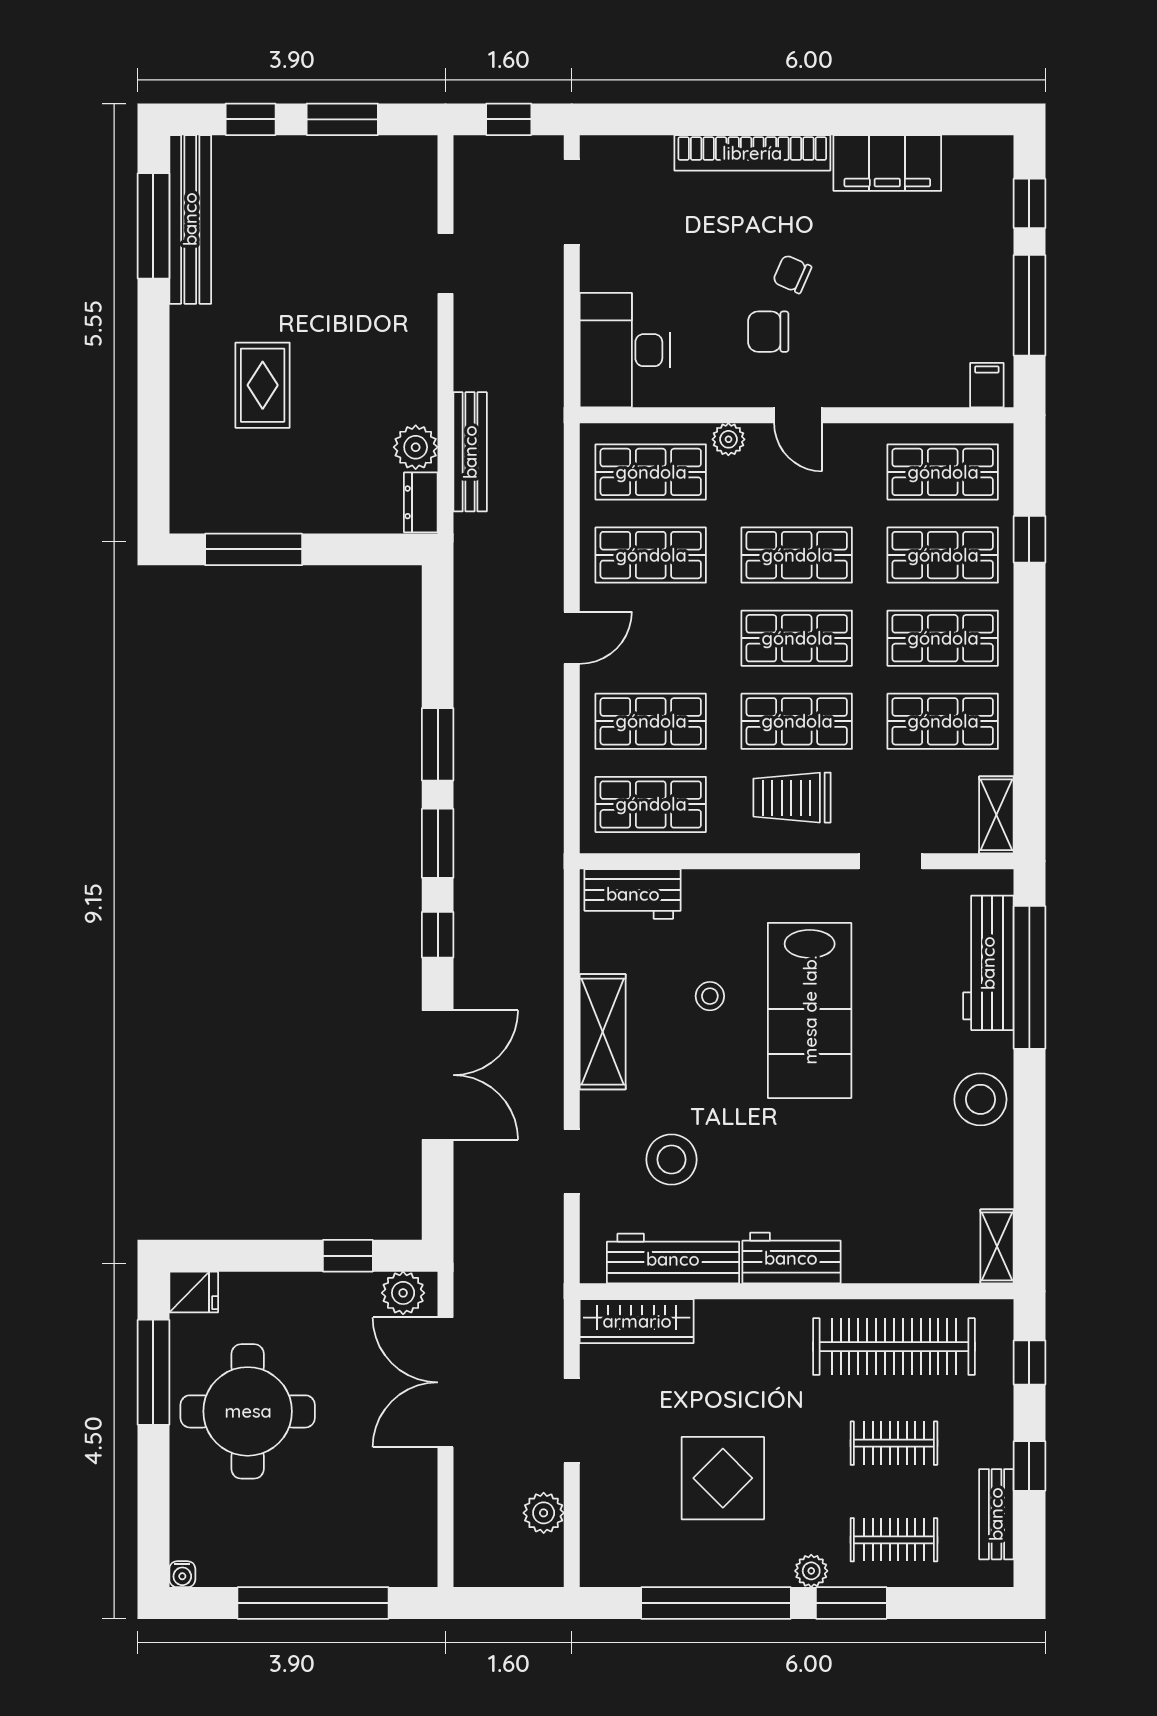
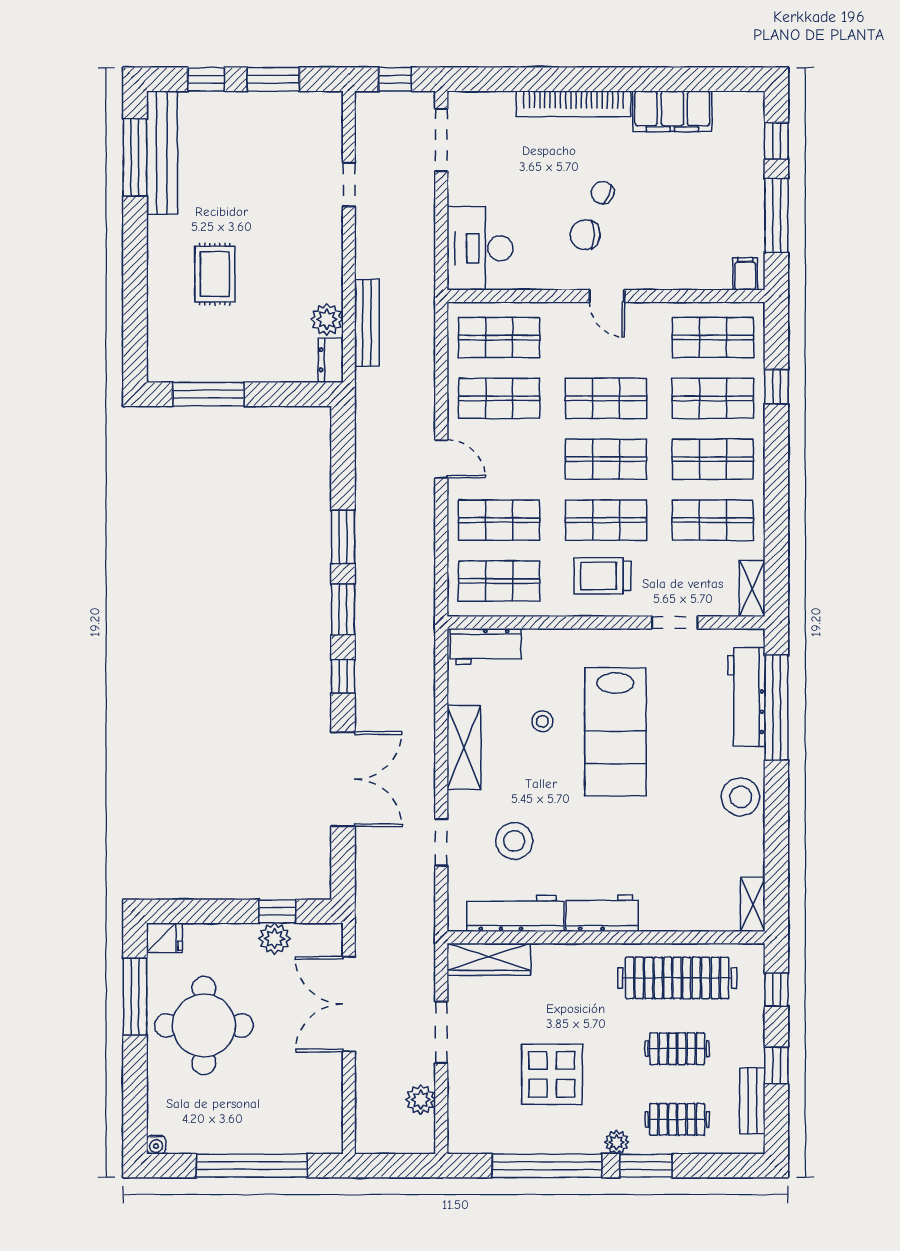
plant: (728, 439) -> (556, 314), removed
door: (572, 638) -> (441, 459), hinge flipped
plant: (403, 1293) -> (274, 939), moved

